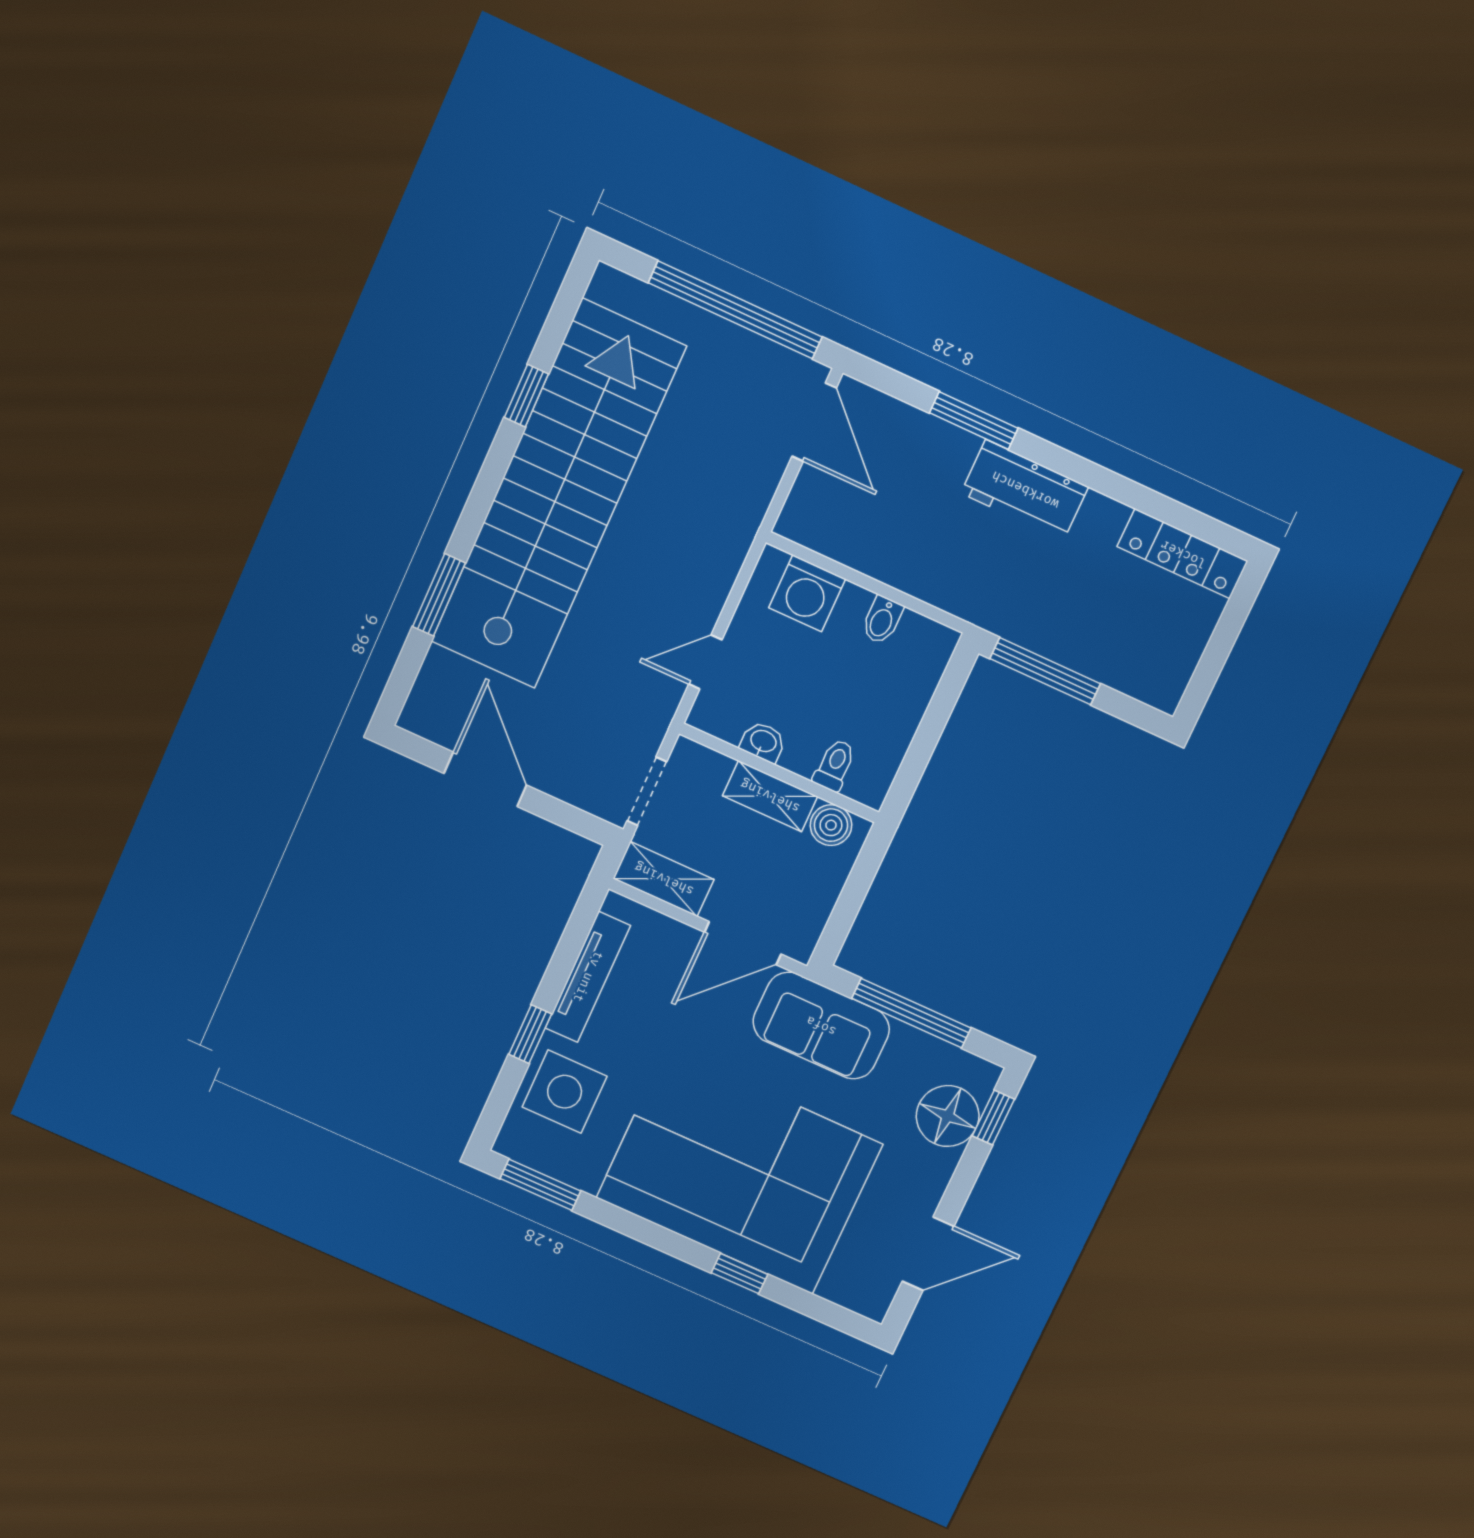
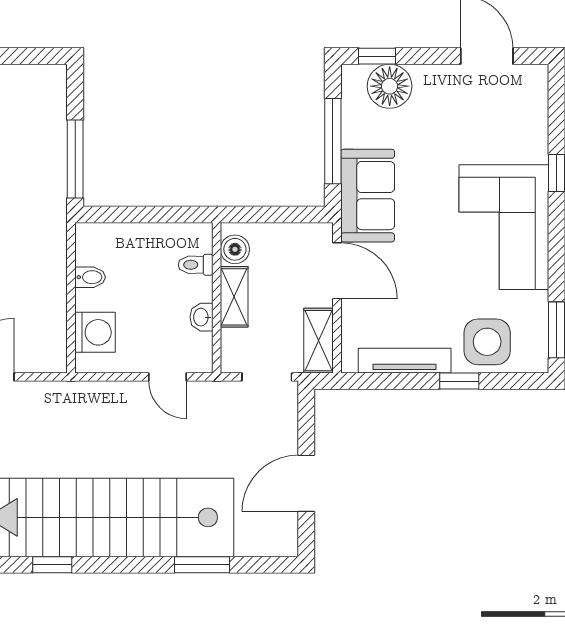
corner sofa: (739, 1171) -> (504, 227), width x0.73, depth x0.74

